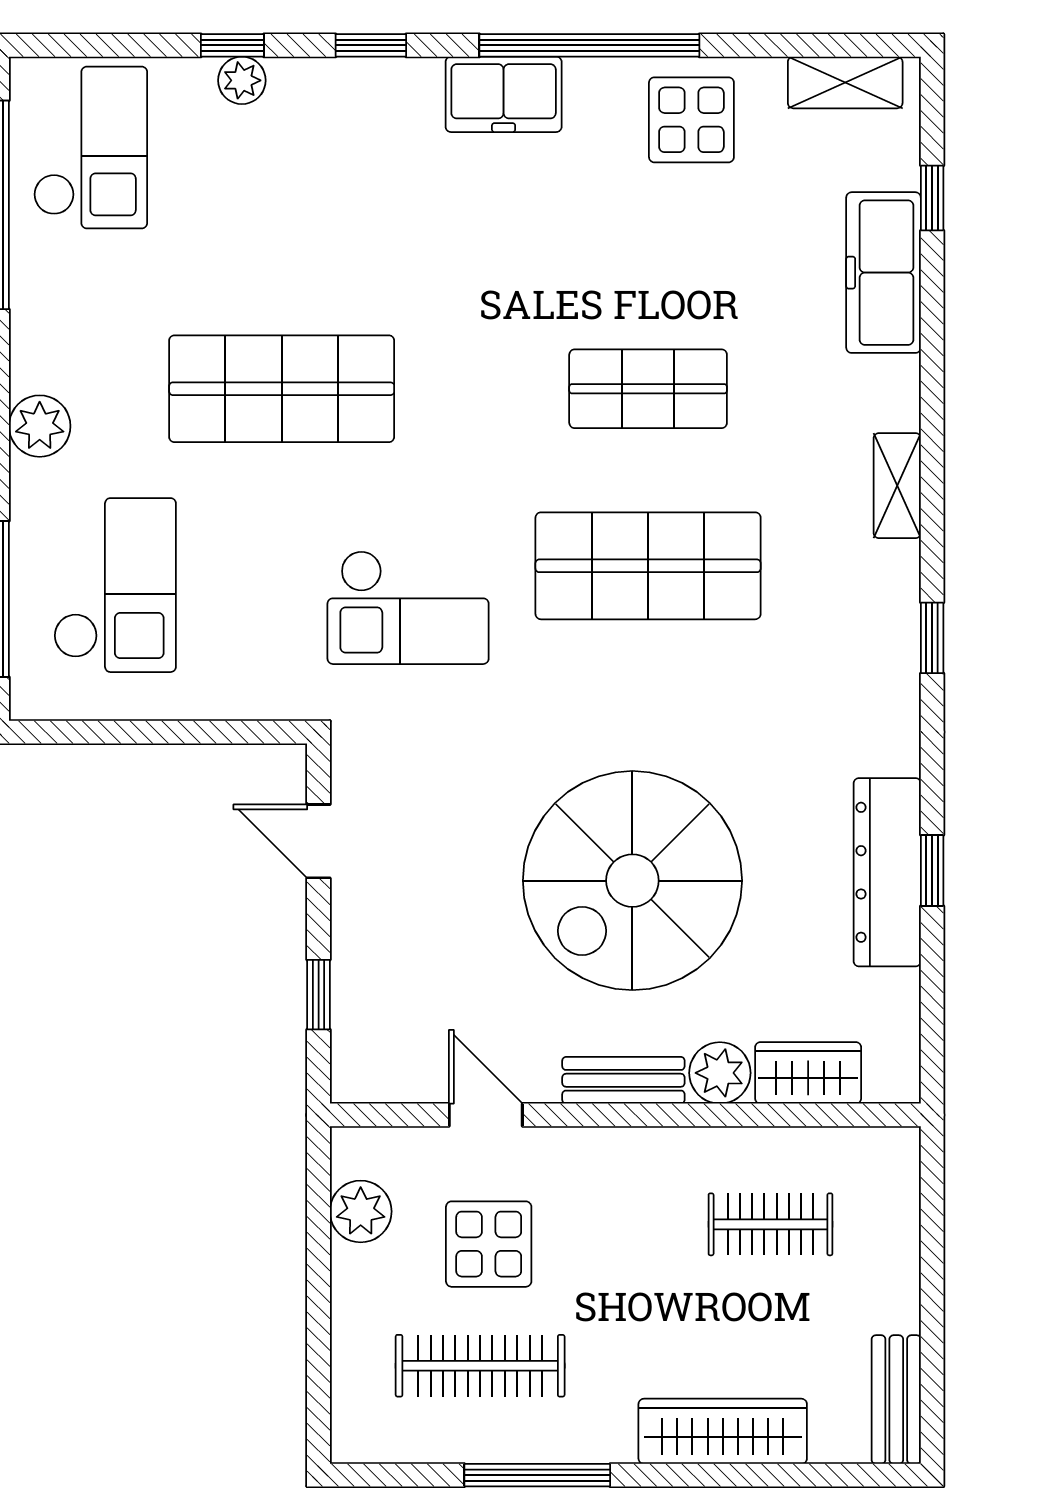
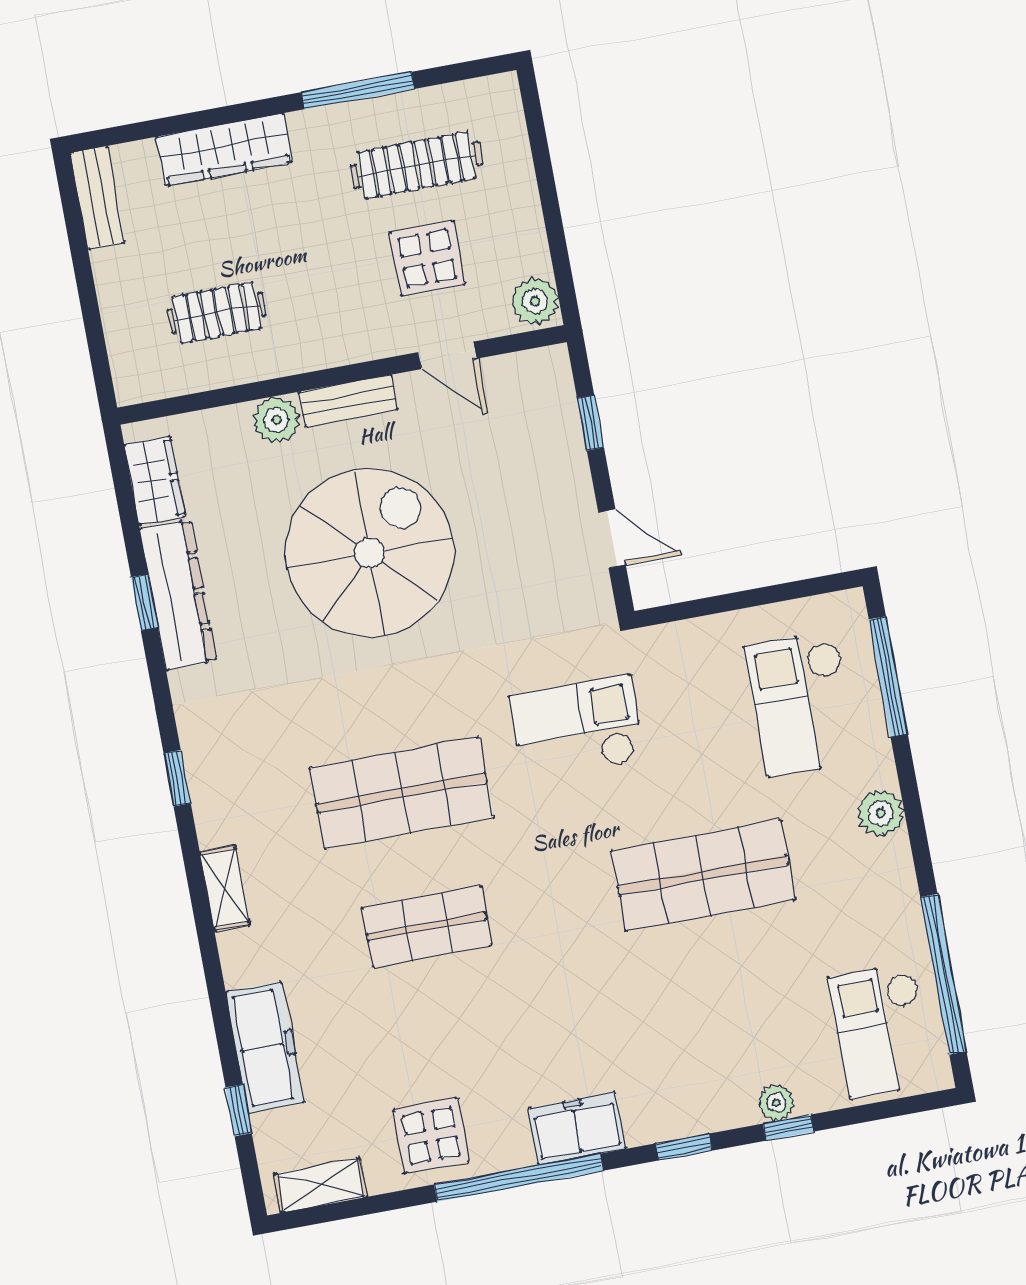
wardrobe: (808, 1073) -> (155, 481), moved, turned -90
plant: (361, 1211) -> (535, 301), moved

